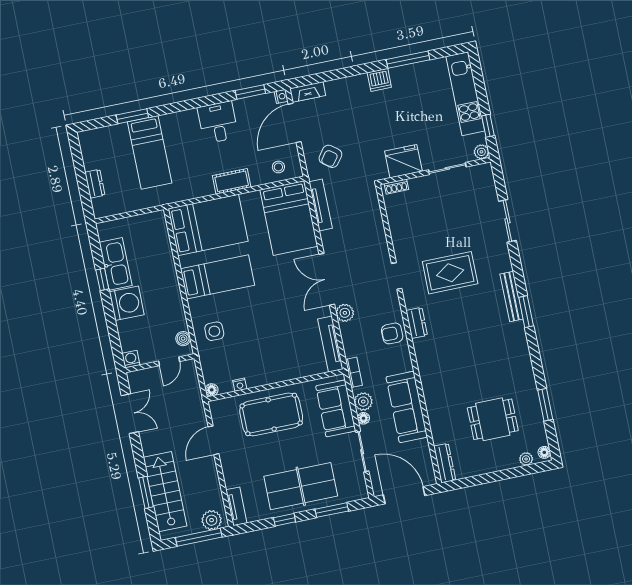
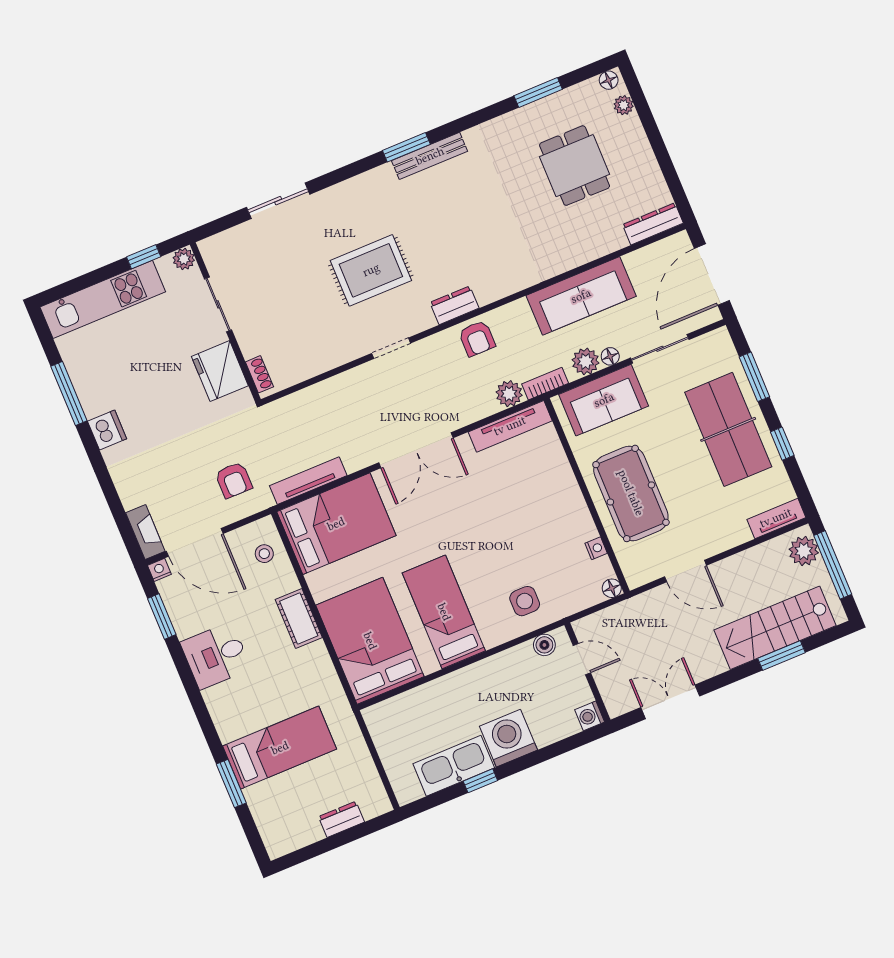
armchair: (330, 156) -> (234, 480), turned 53
rug: (450, 273) -> (371, 270), turned 90
bench: (512, 297) -> (430, 156), moved
plant: (345, 313) -> (509, 394), moved

